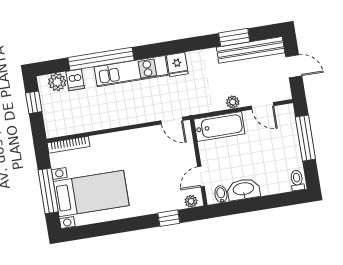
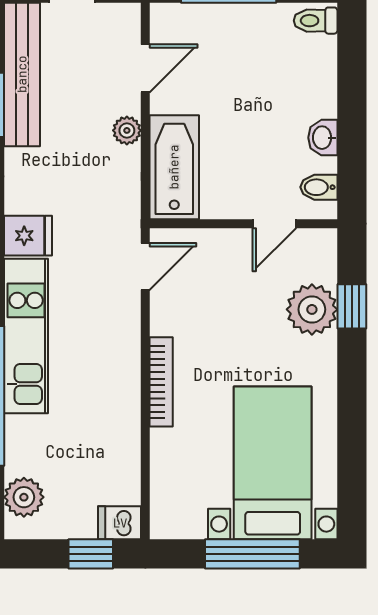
dishwasher: (75, 80) -> (120, 523), moved, turned 180
window: (34, 102) -> (91, 554), moved
bookcase: (68, 145) -> (161, 382), moved
door: (201, 176) -> (274, 224), hinge flipped
washbasin: (243, 189) -> (323, 138), width x0.52, depth x0.69
plant: (191, 201) -> (312, 309), moved, width x1.87, depth x1.87

